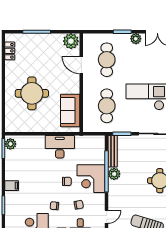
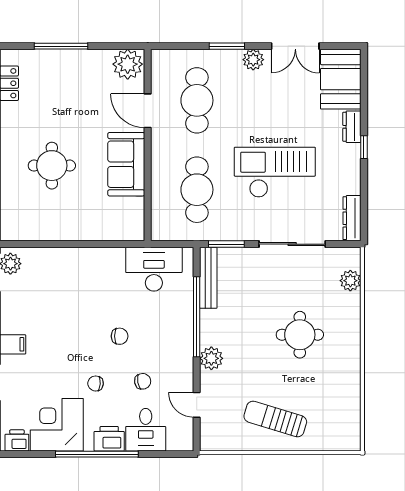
round table: (32, 93) -> (52, 166), width x0.73, depth x0.73
sofa: (70, 111) -> (126, 164), moved
desk: (60, 147) -> (154, 269), moved
plant: (114, 174) -> (211, 358), moved
corner desk: (91, 179) -> (166, 331), removed
door: (107, 217) -> (197, 405), swing flipped

